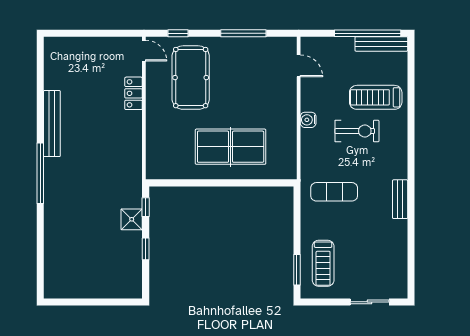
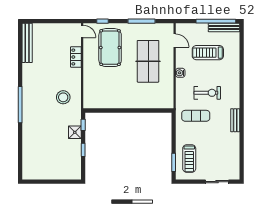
treadmill: (376, 97) -> (208, 53), moved
bench: (52, 124) -> (27, 43), moved
exercise bike: (357, 131) -> (207, 93), moved
table tennis table: (231, 147) -> (148, 61), moved, turned 90
stool: (112, 161) -> (63, 97), added

